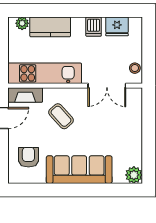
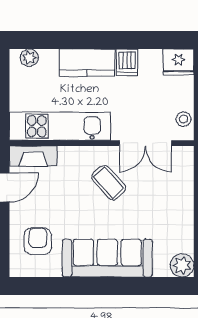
fridge: (117, 26) -> (179, 62), moved
kitchen counter: (50, 27) -> (87, 63), moved
coffee table: (61, 116) -> (109, 183), moved

